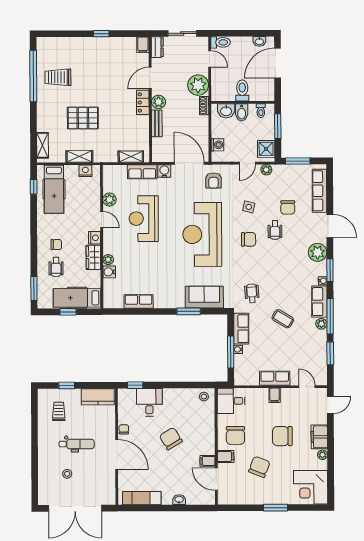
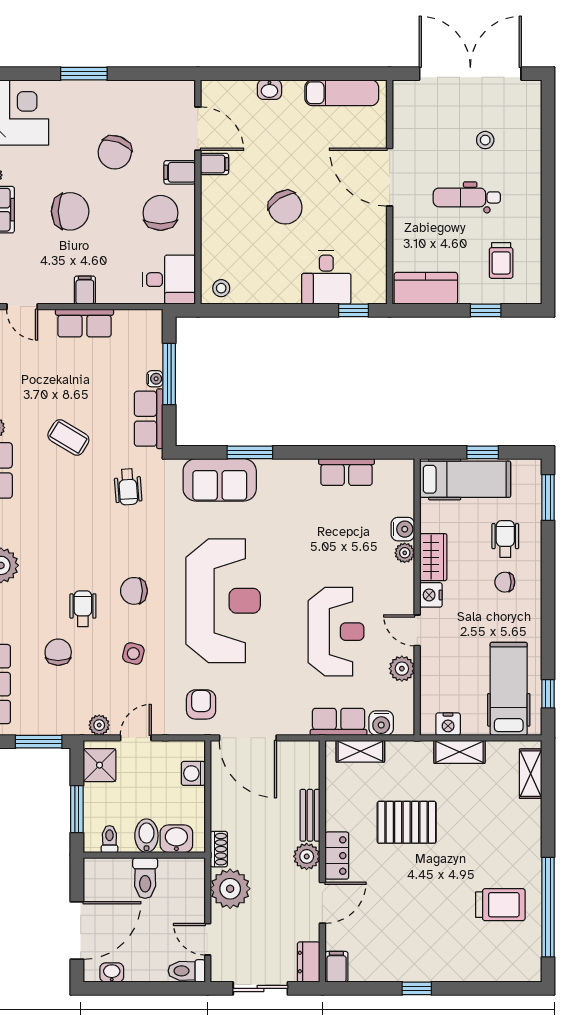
pallet: (83, 118) -> (407, 822), moved
water cooler: (164, 171) -> (381, 723), moved
chair: (124, 429) -> (376, 225), removed

